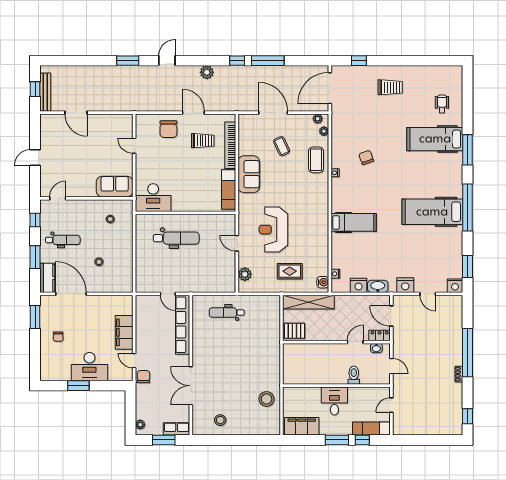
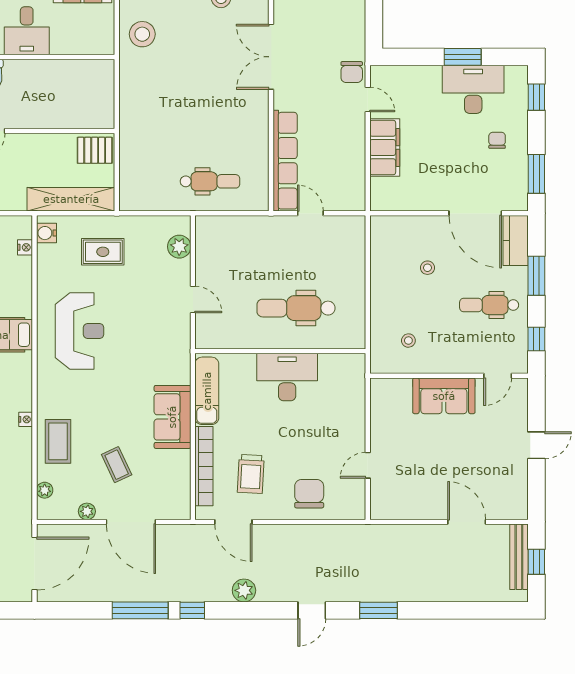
door: (193, 113) -> (233, 522), moved
plant: (318, 119) -> (87, 511), moved
trolley: (203, 141) -> (251, 474), turned -87
door: (134, 146) -> (368, 465), swing flipped
sofa: (115, 187) -> (444, 396), moved
desk: (153, 198) -> (287, 377), moved
reception desk: (273, 230) -> (80, 331), moved
window: (35, 362) -> (536, 97), added
desk: (89, 367) -> (473, 89), moved
double door: (191, 386) -> (271, 57), swing flipped

